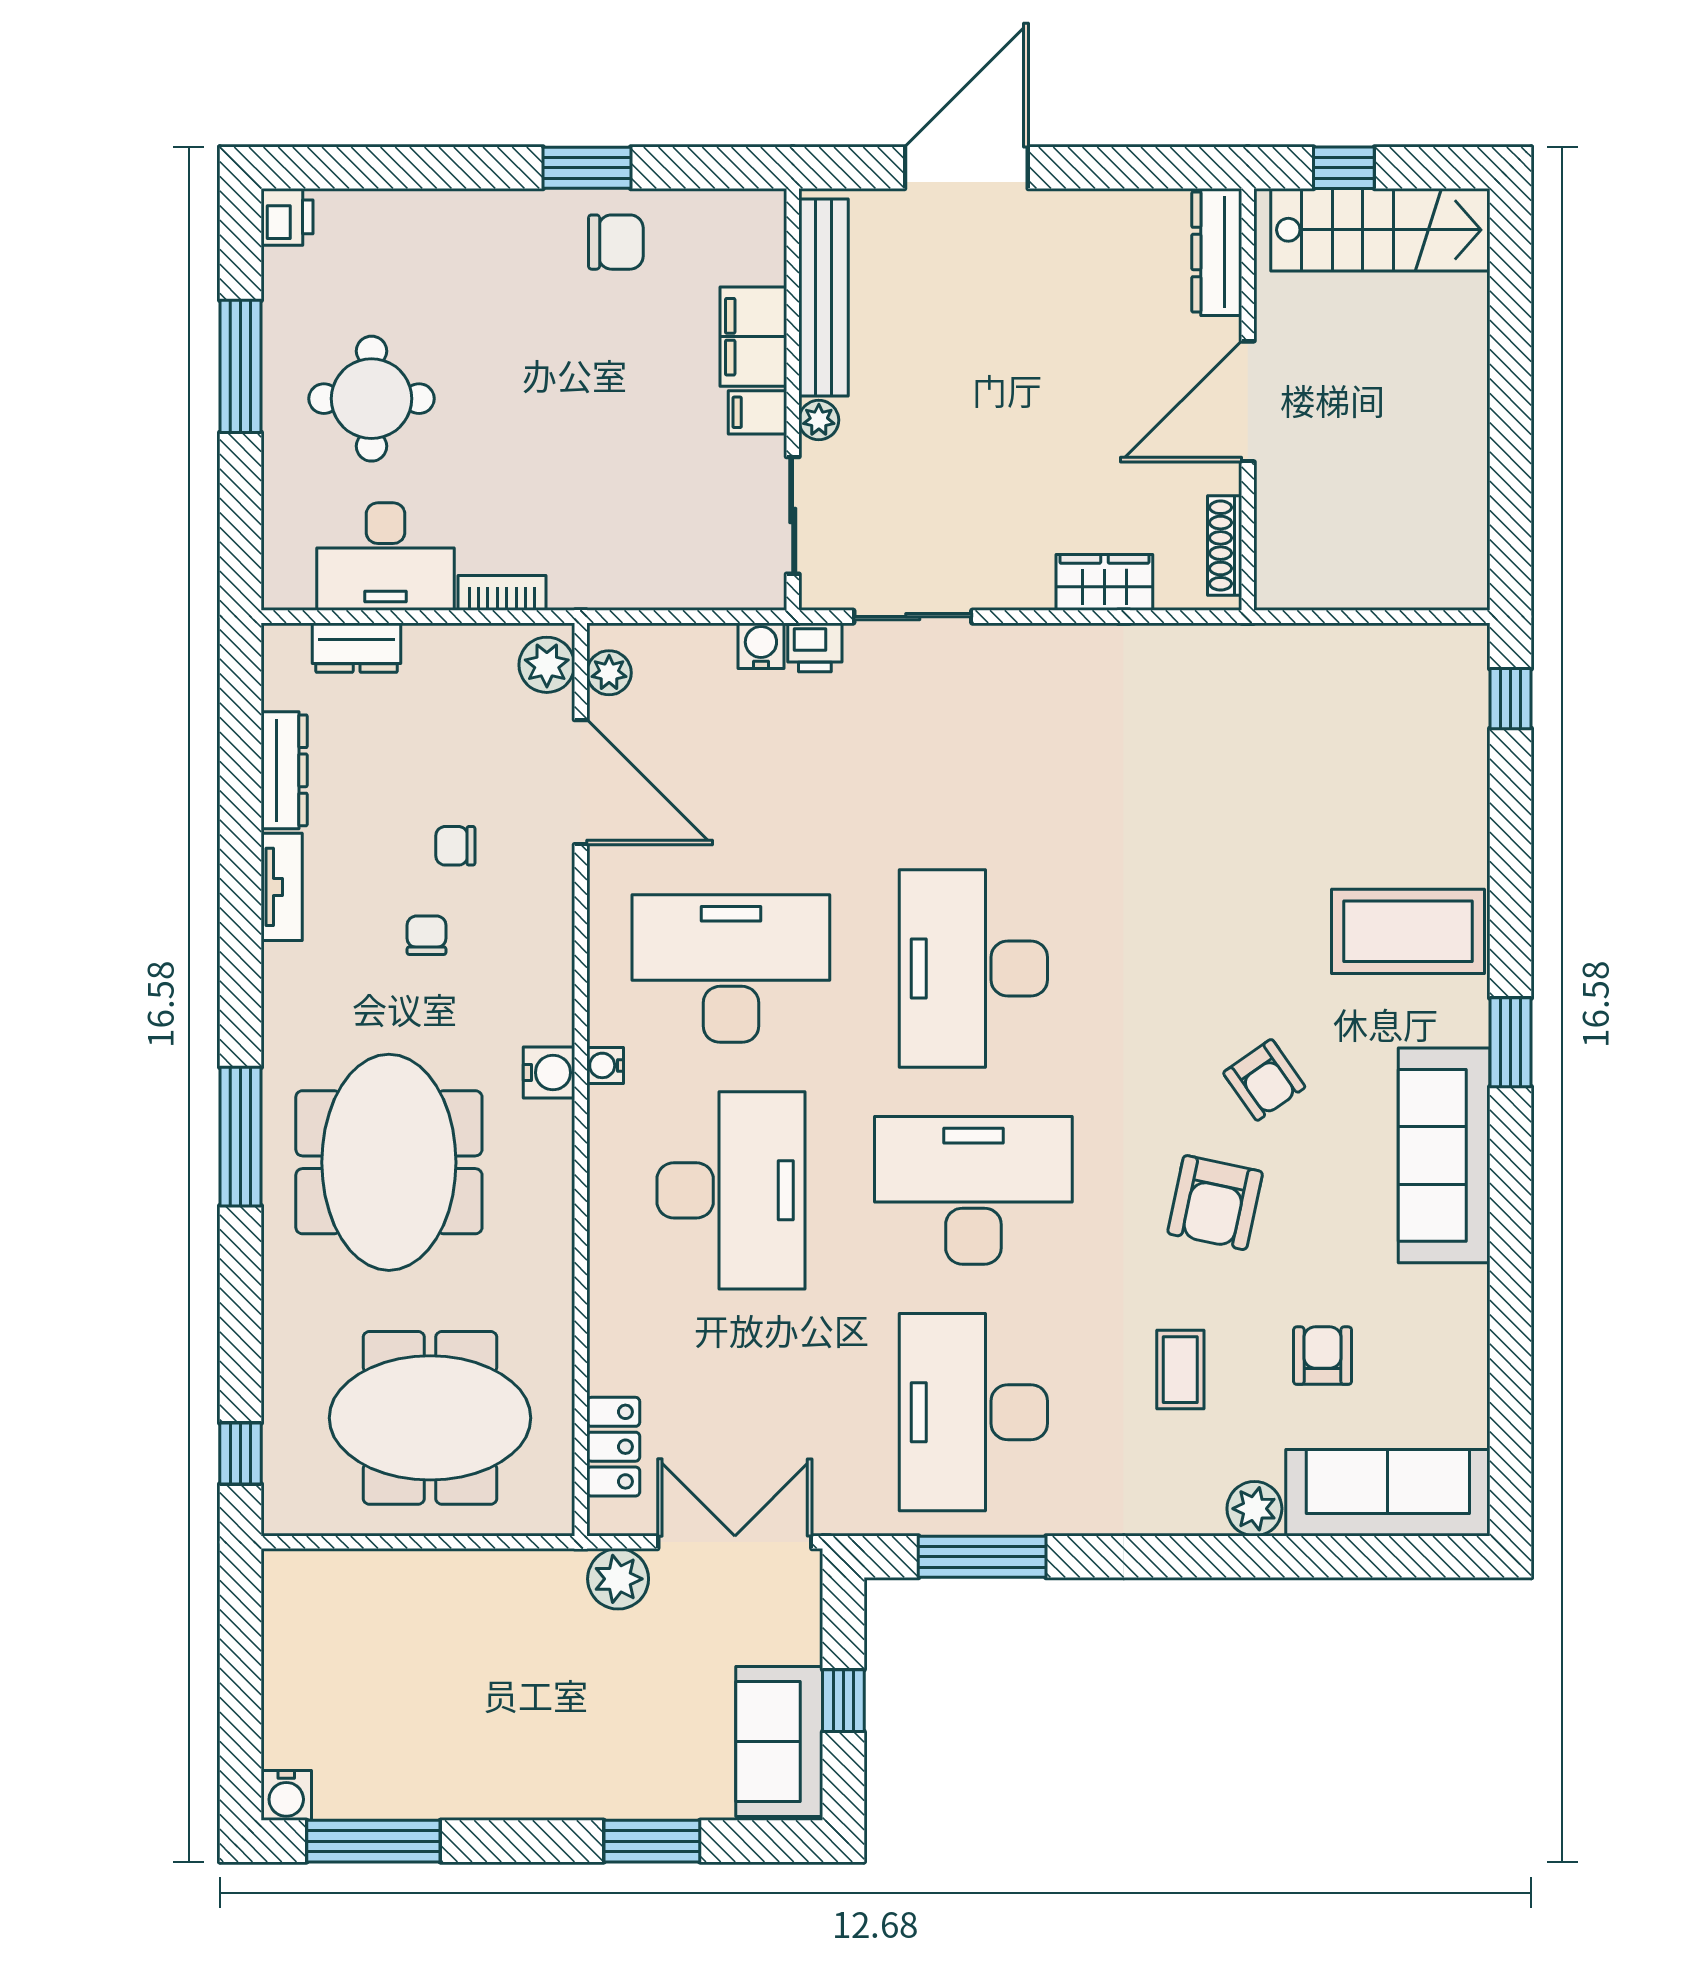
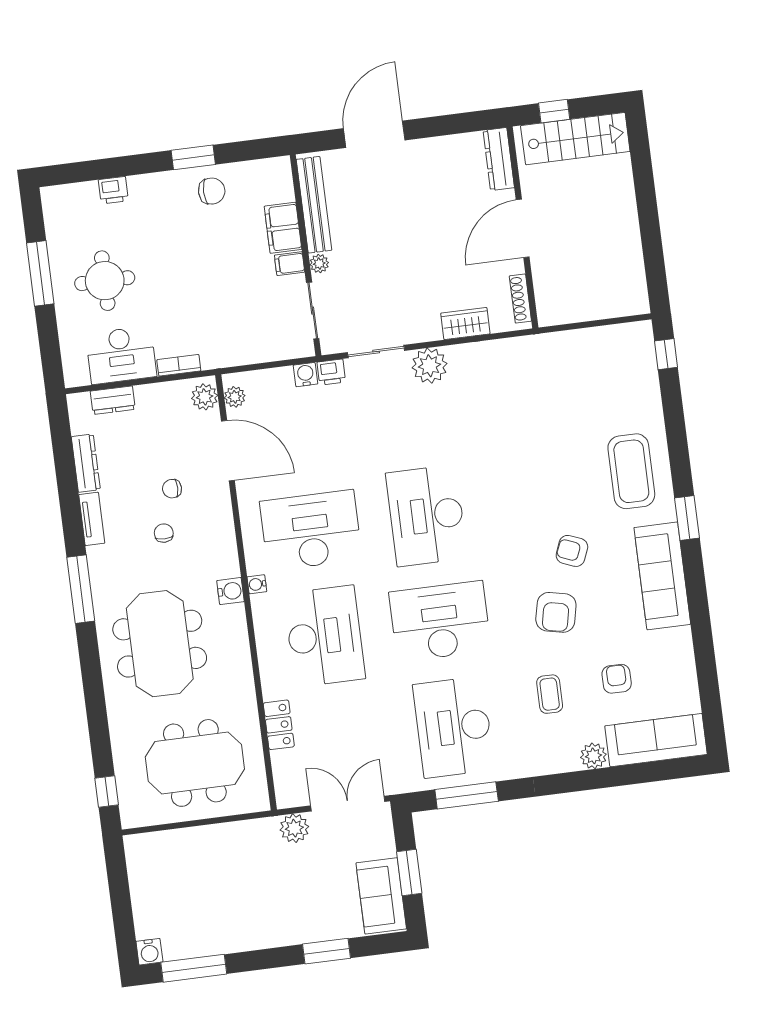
printer: (287, 217) -> (113, 190), moved, turned 90
plant: (1019, 660) -> (429, 366), added
coffee table: (1408, 931) -> (631, 471), turned 90
armchair: (1264, 1080) -> (572, 551), turned 147
window: (240, 1137) -> (81, 589), moved
locker: (613, 1447) -> (279, 725), moved
window: (843, 1701) -> (409, 873), width x1.50

